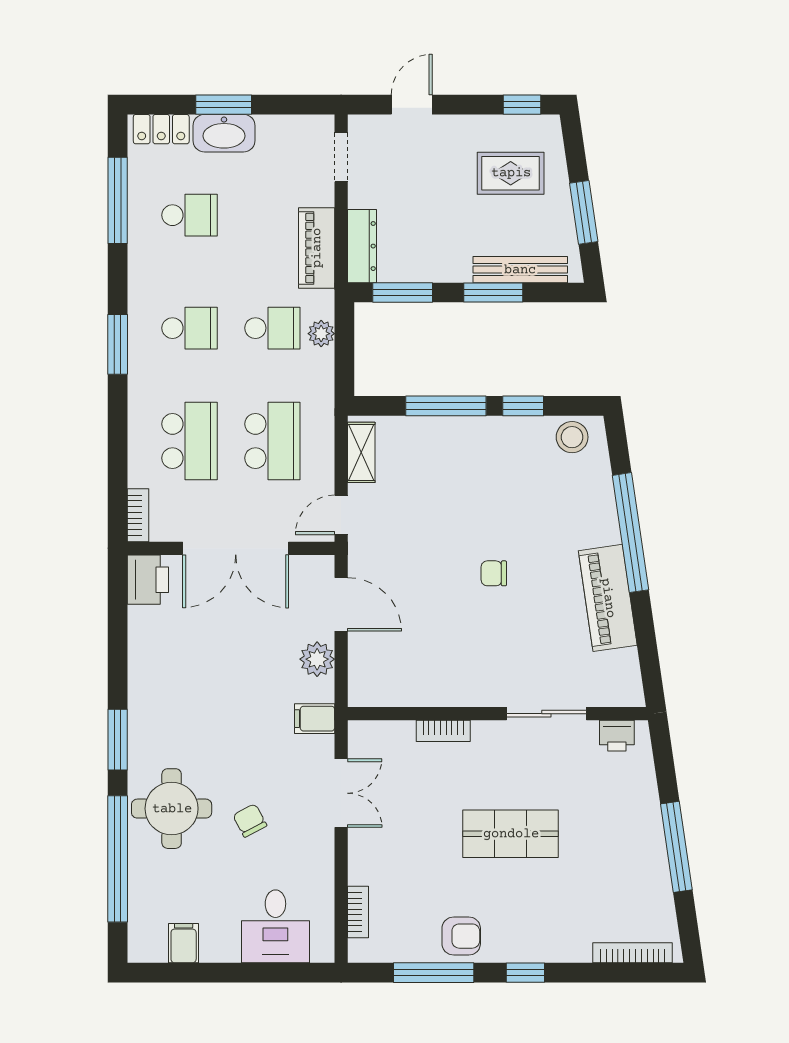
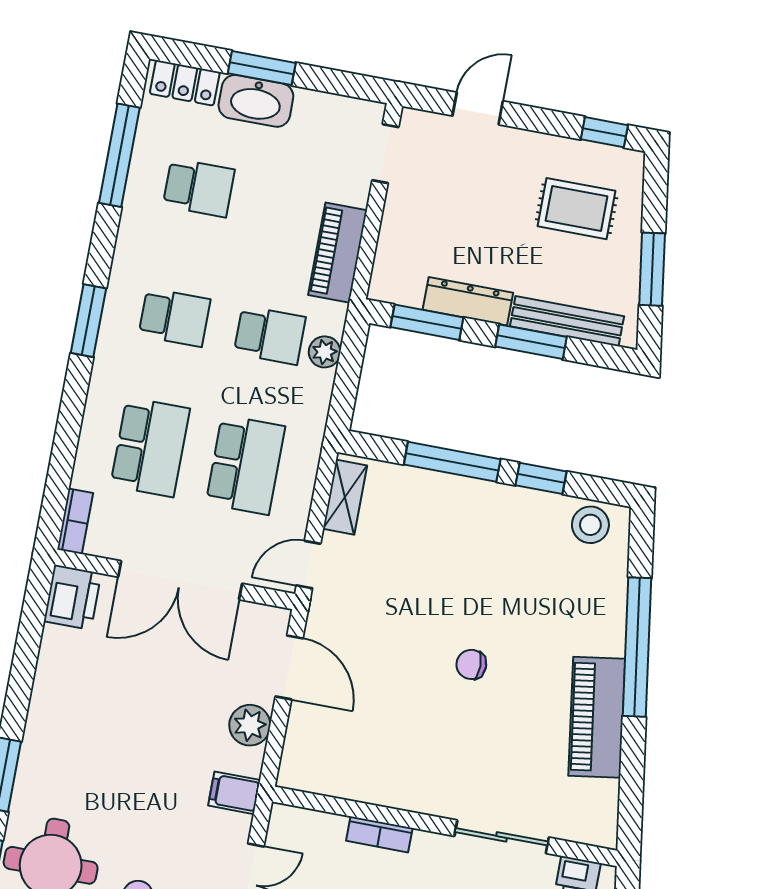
dresser: (362, 246) -> (468, 301), moved, turned -90

